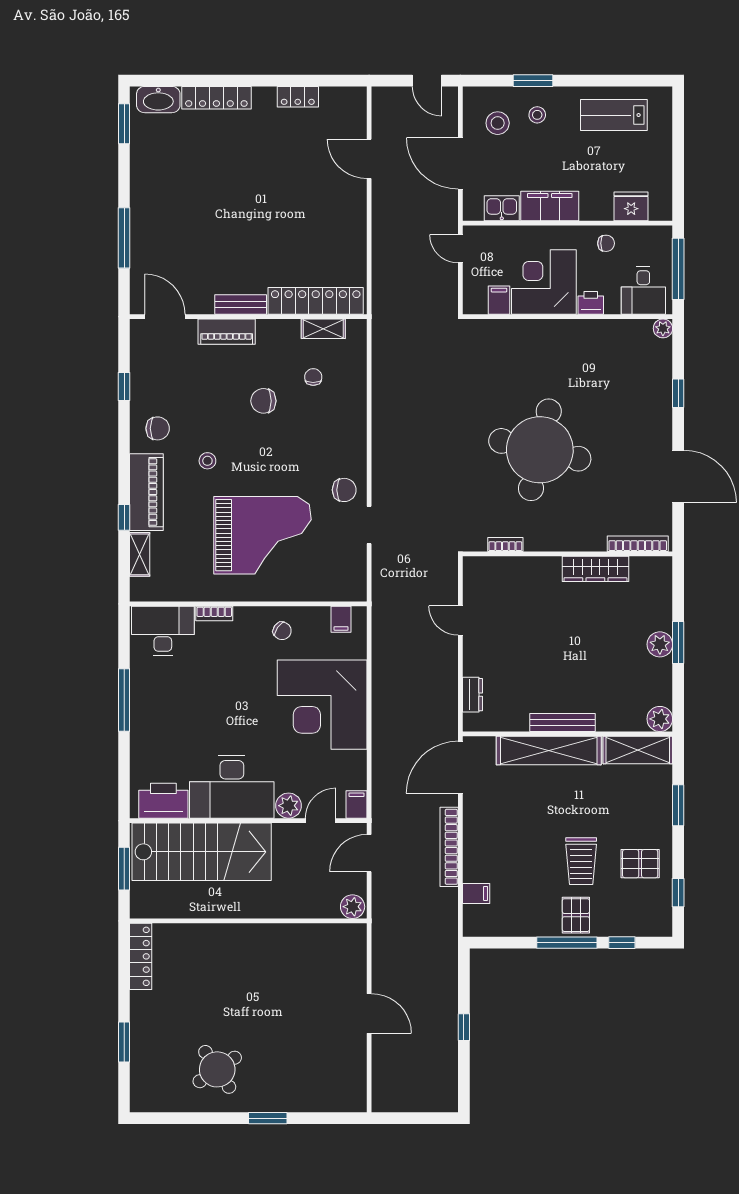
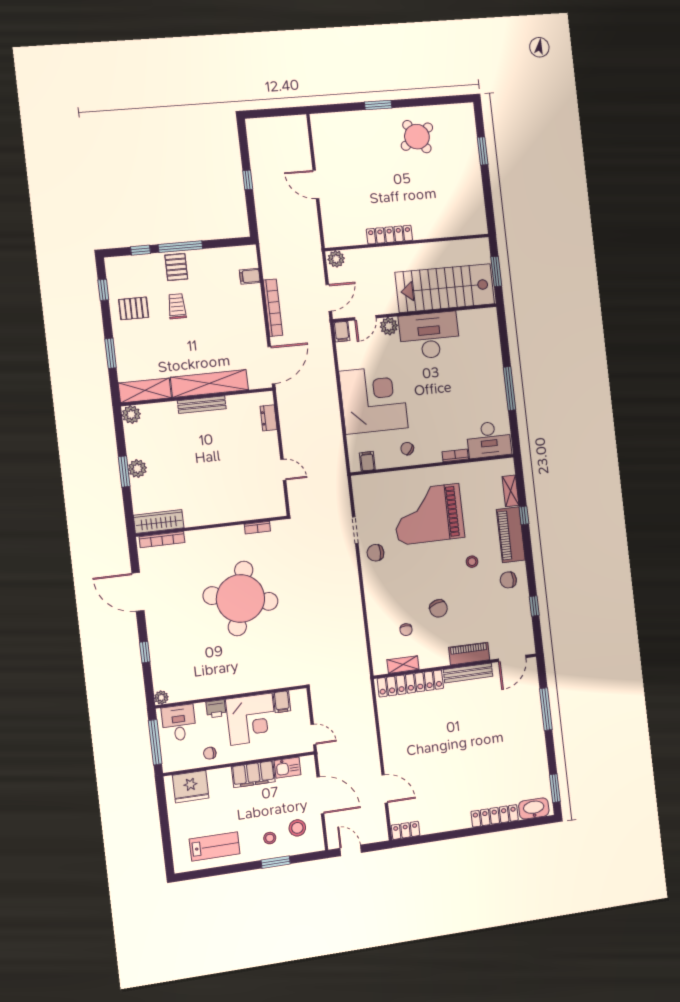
locker: (298, 97) -> (406, 830), moved
fridge: (631, 206) -> (191, 787), width x1.36, depth x1.34
bench: (241, 305) -> (468, 673), width x1.36
door: (165, 317) -> (512, 658), hinge flipped
chair: (263, 401) -> (438, 608), turned 73
wardrobe: (595, 569) -> (159, 522), moved
printer: (163, 801) -> (475, 321), removed
trolley: (581, 861) -> (177, 306), width x0.73, depth x0.72
locker: (141, 956) -> (389, 235), moved, turned 90

